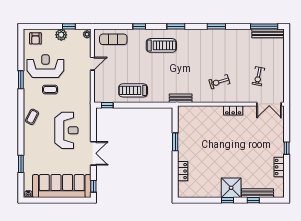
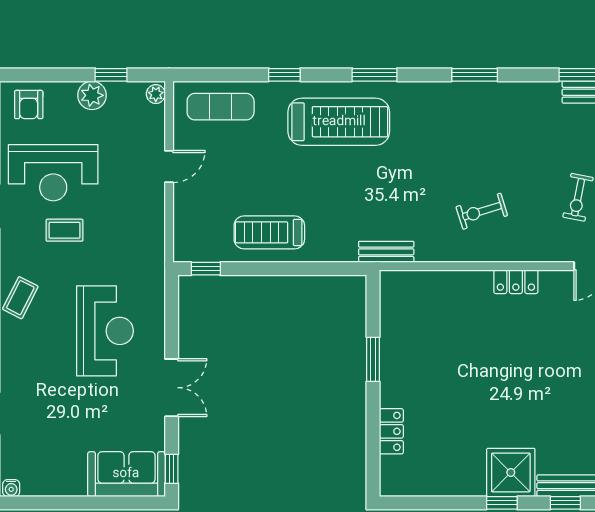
treadmill: (161, 45) -> (339, 122), width x1.37, depth x1.38
reception desk: (45, 66) -> (53, 173), turned 180
sofa: (62, 186) -> (126, 474), width x0.54, depth x0.79

